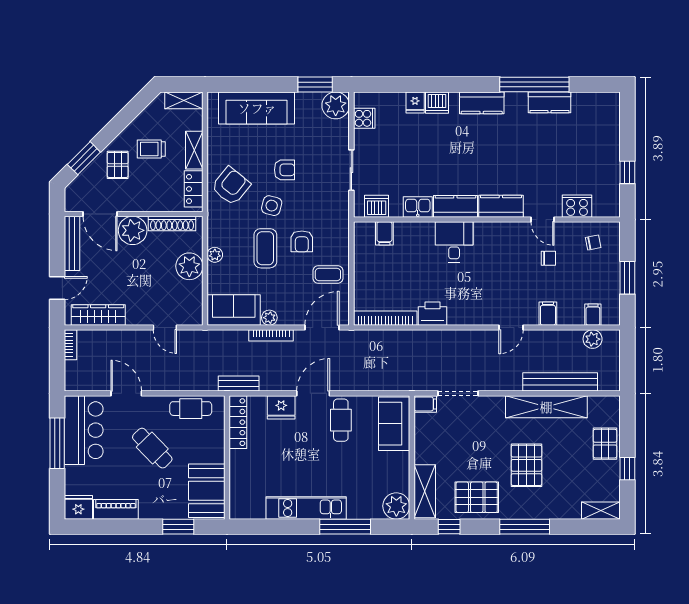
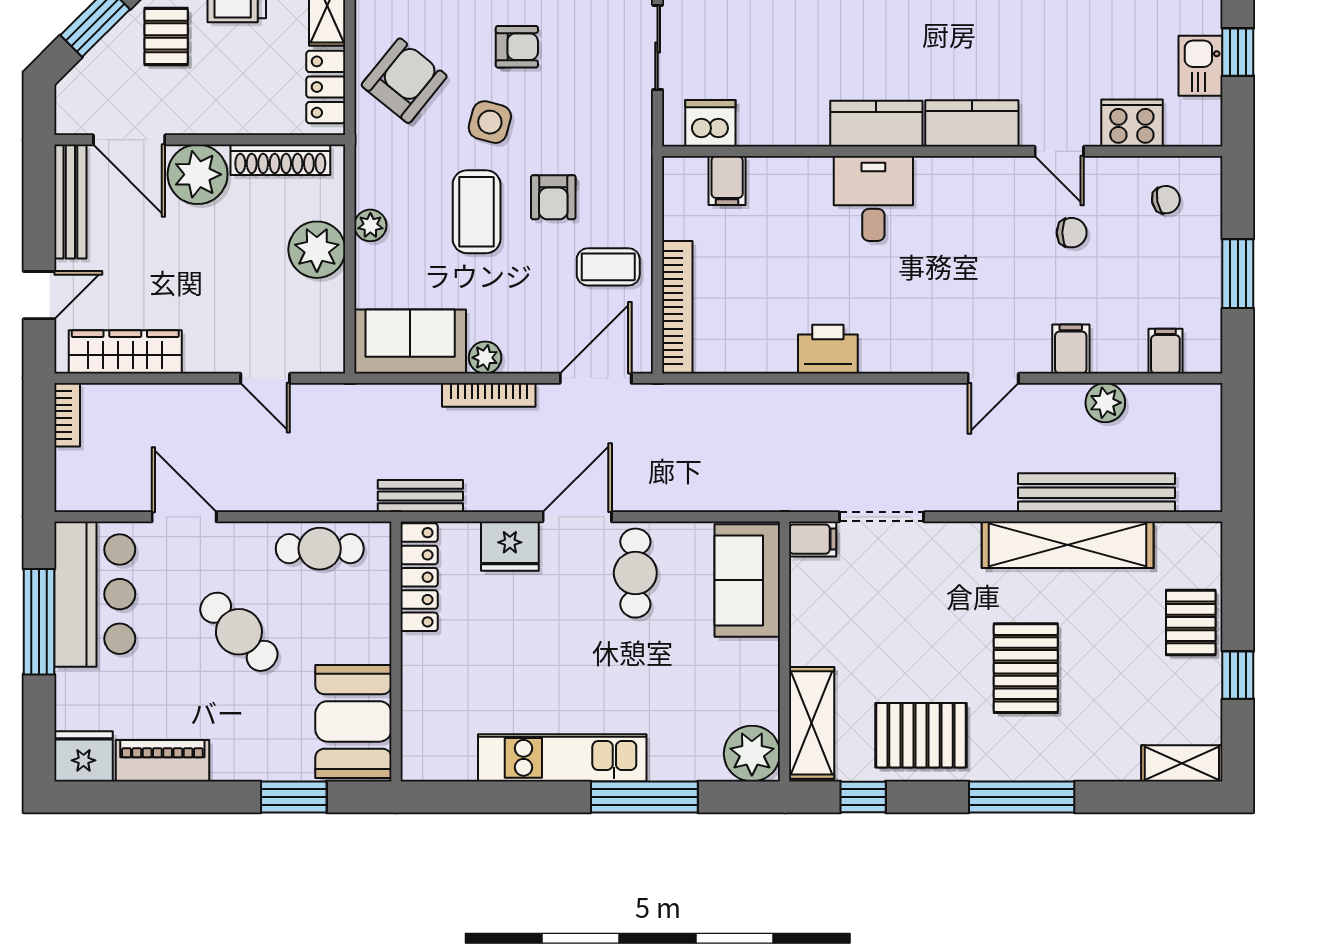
kitchen sink: (418, 207) -> (1201, 66), moved, turned -90
bookcase: (385, 318) -> (677, 307), moved, turned 90
plant: (593, 339) -> (1105, 403), moved

